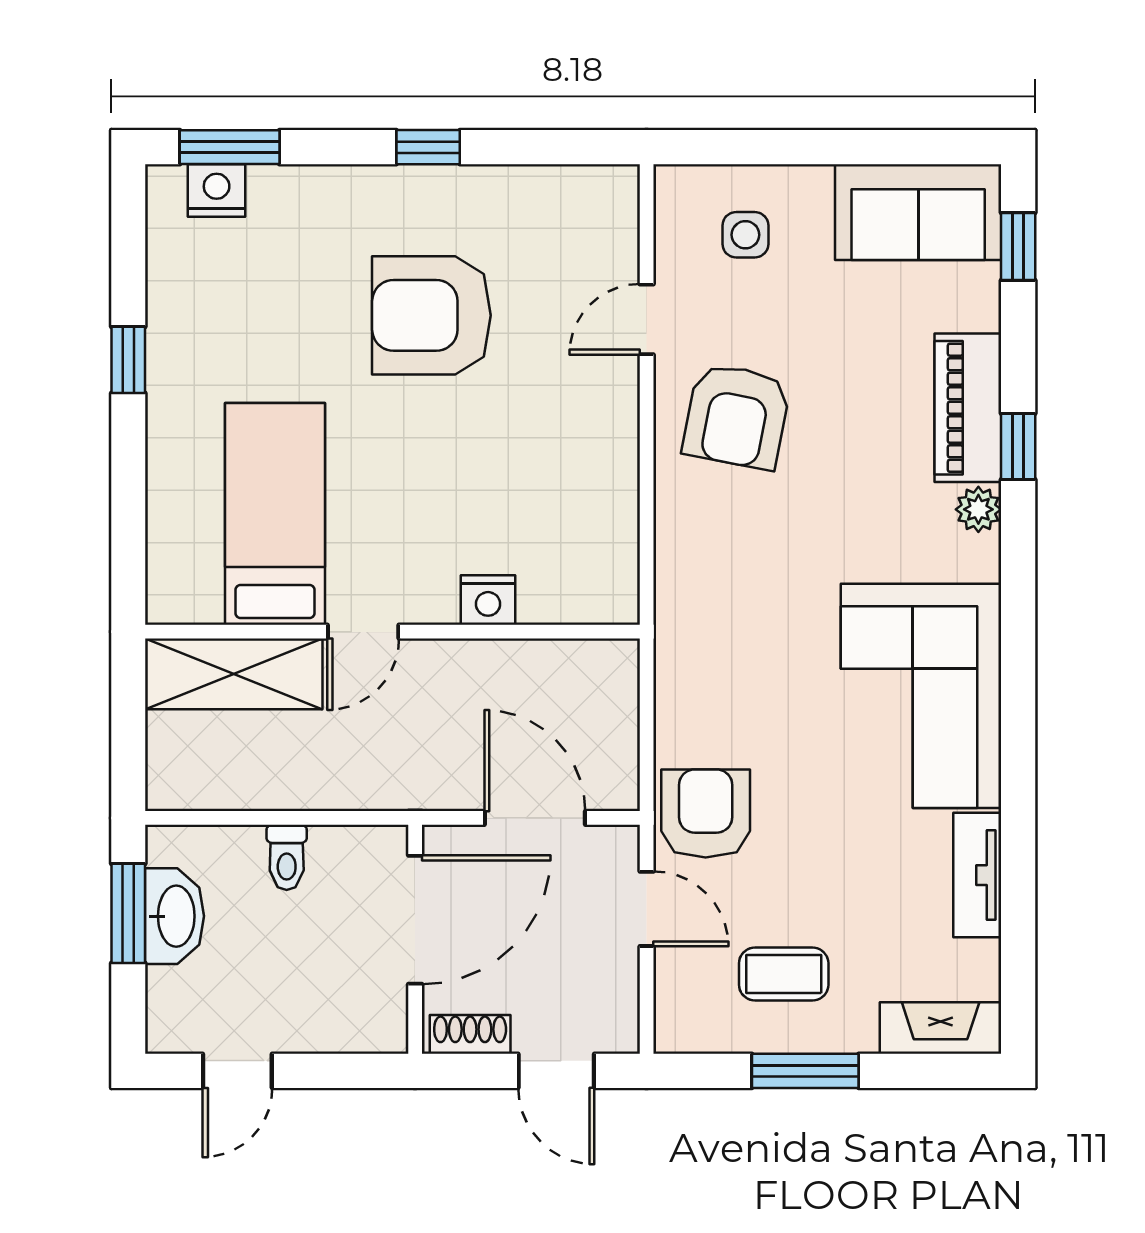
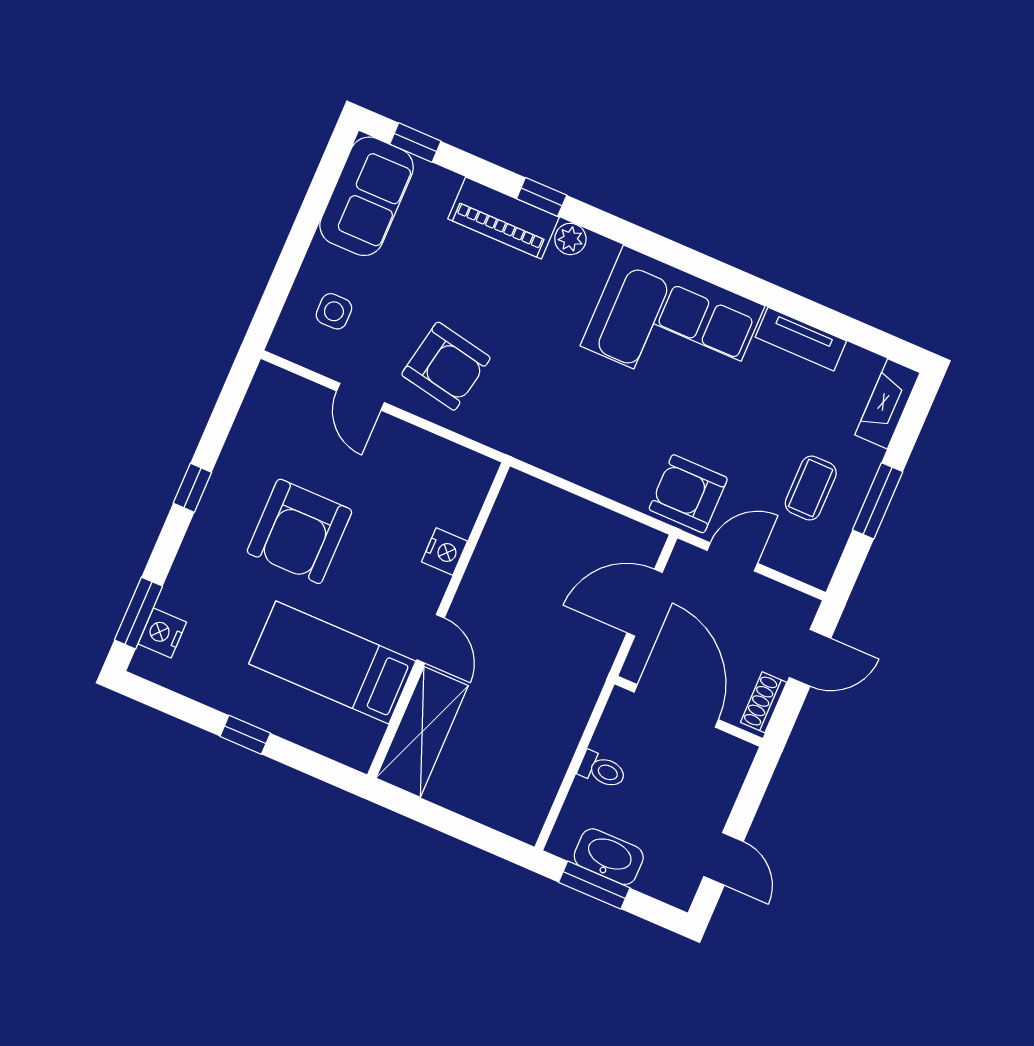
bed: (275, 514) -> (332, 662), moved
nightstand: (488, 600) -> (444, 551), moved
door: (363, 632) -> (431, 639), moved
wall: (392, 632) -> (439, 620), moved
shelving: (234, 674) -> (422, 732), moved

